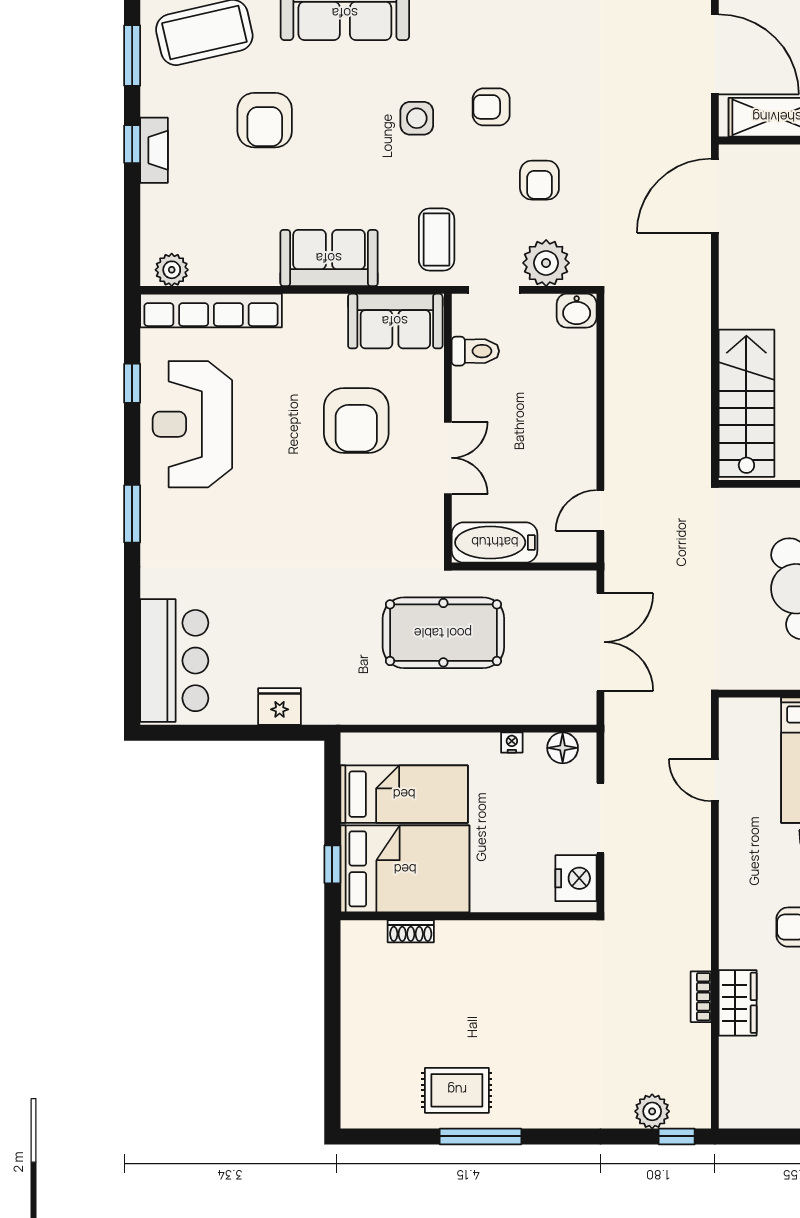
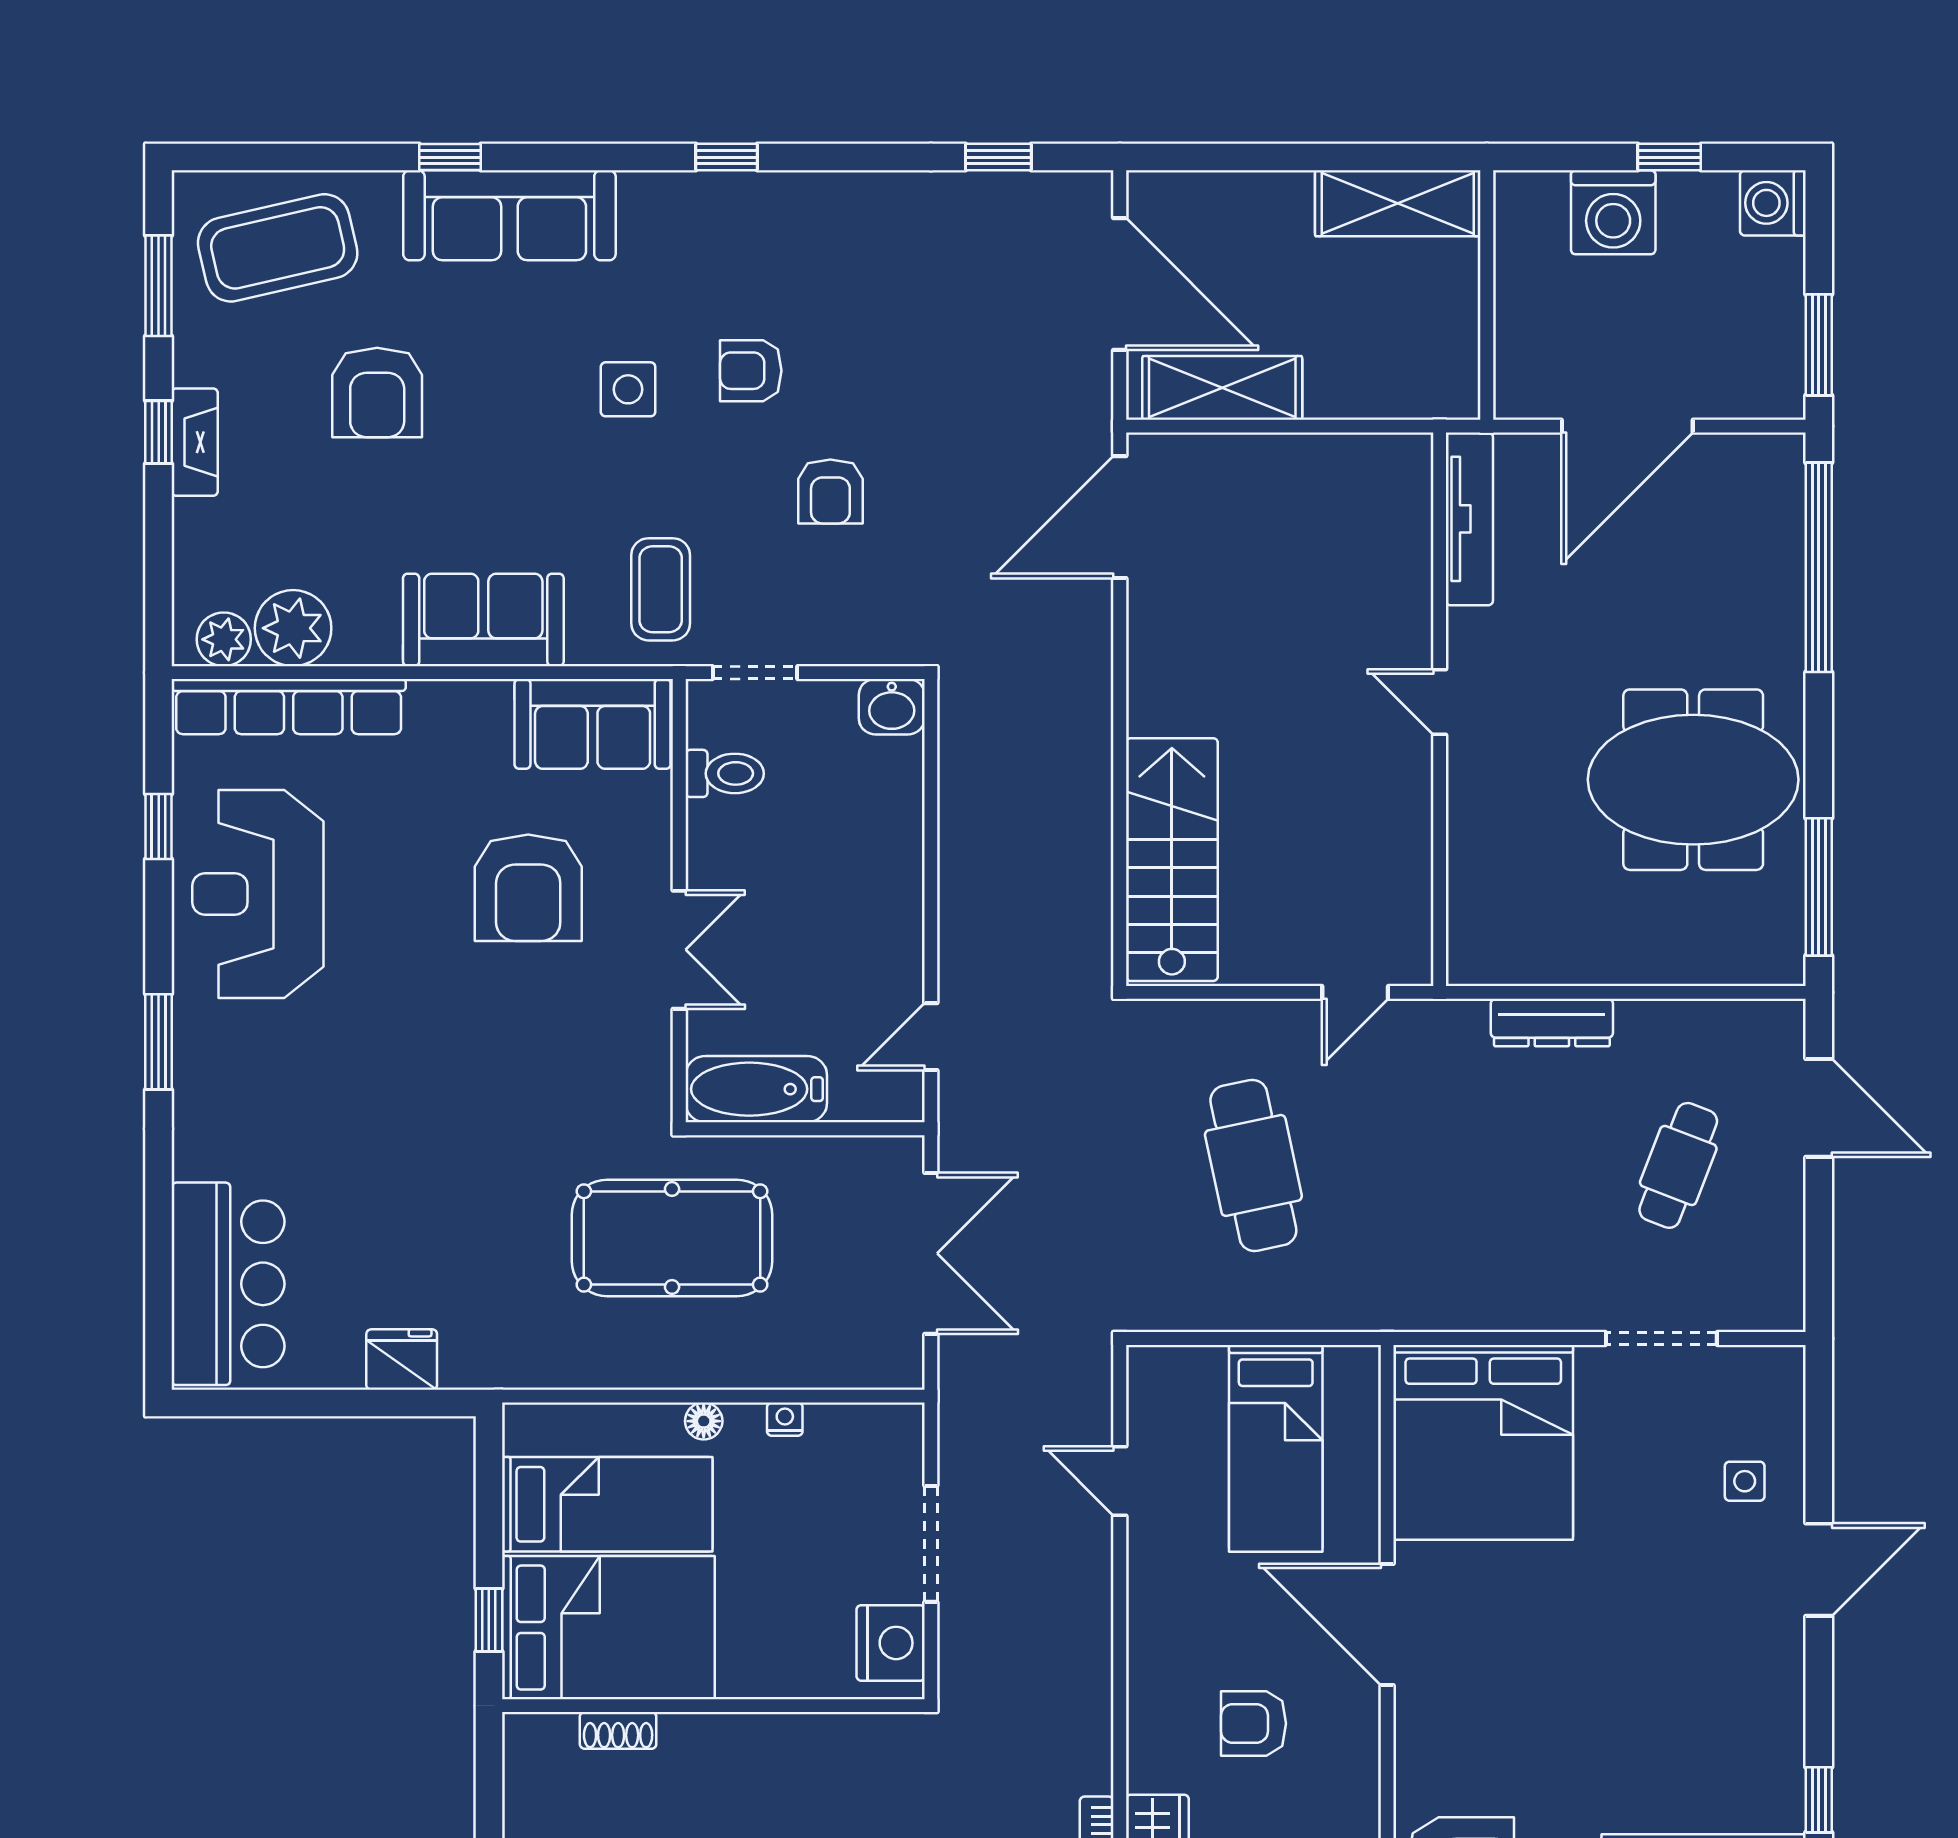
plant: (546, 263) -> (293, 628), moved
floor lamp: (563, 748) -> (704, 1421), moved, width x0.73, depth x0.73

